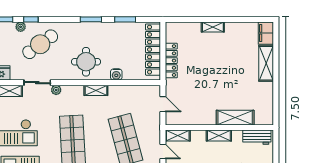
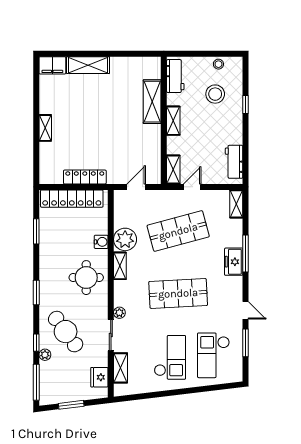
window: (91, 19) -> (36, 293), moved
plant: (118, 95) -> (125, 239), added

